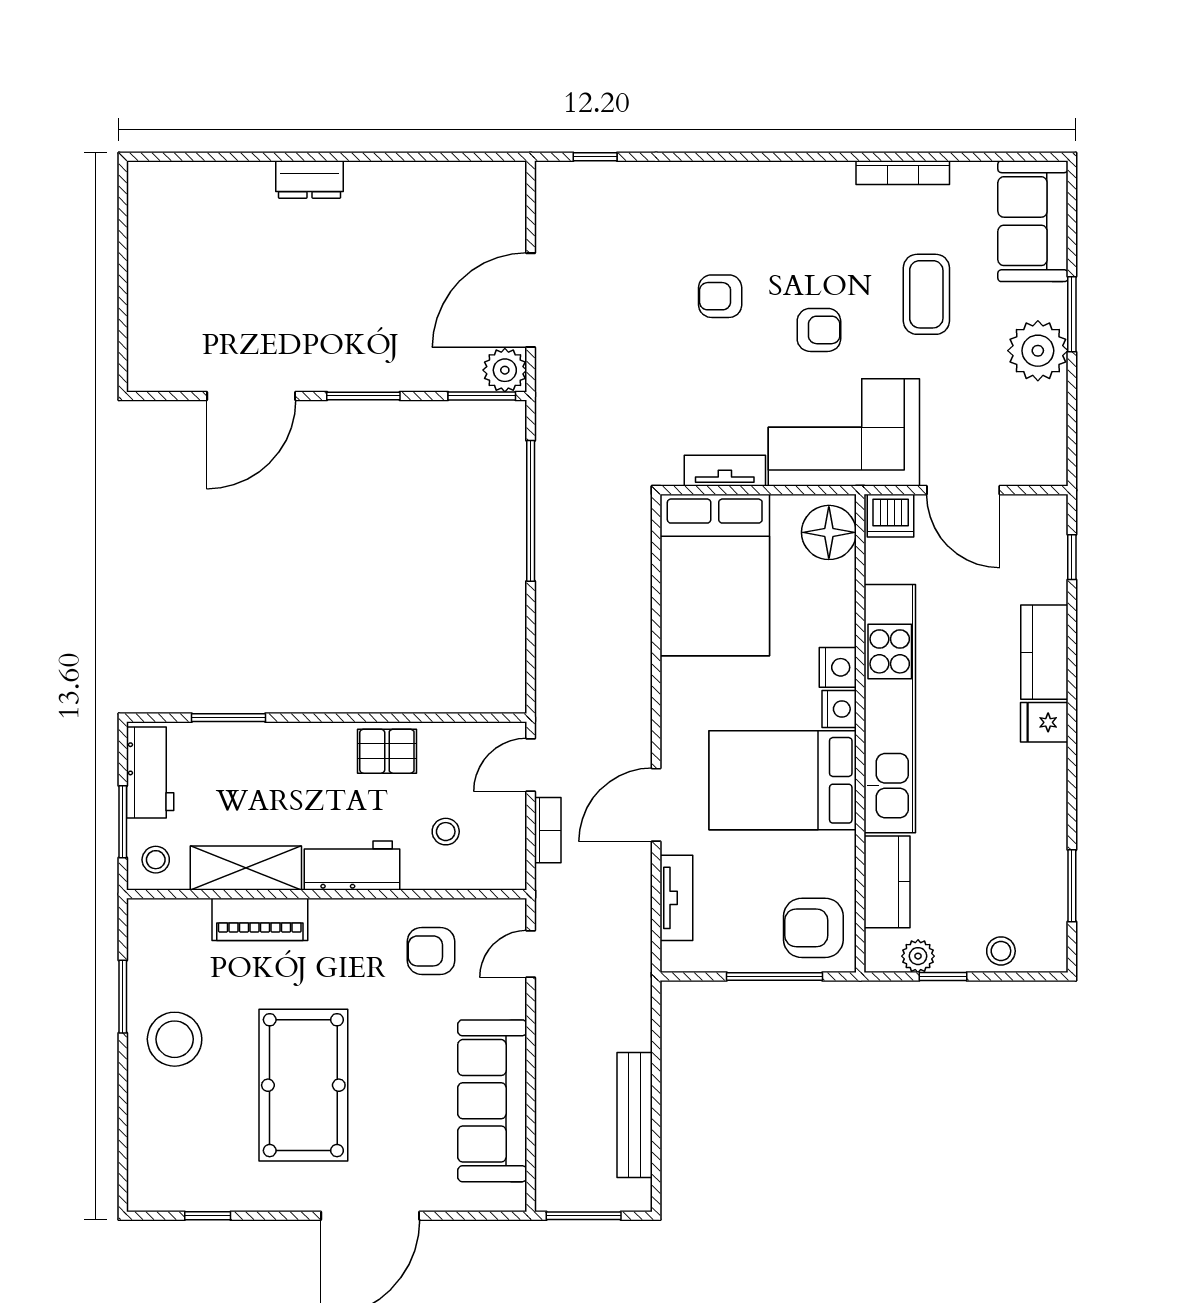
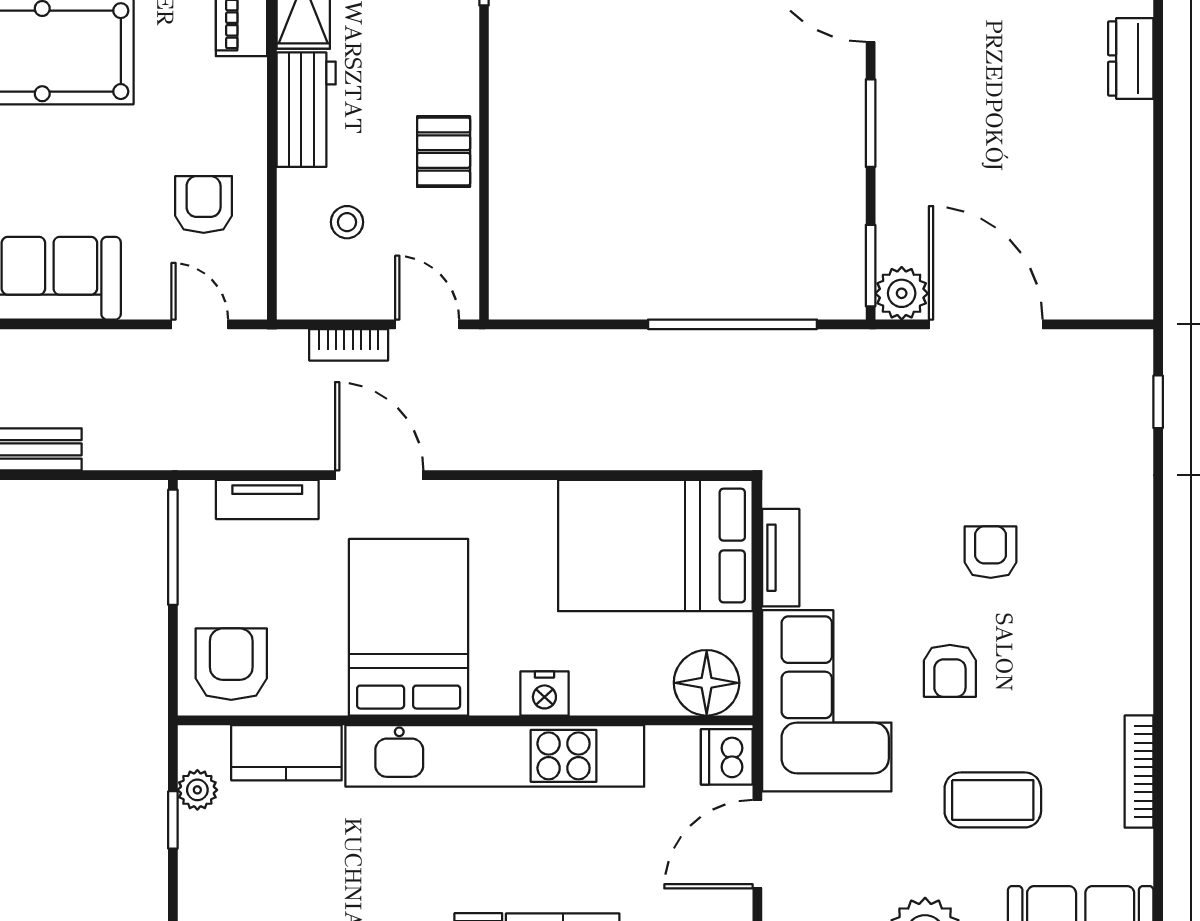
nightstand: (839, 709) -> (494, 695), removed
stool: (1001, 951) -> (203, 890), removed
window: (774, 976) -> (173, 547), moved

